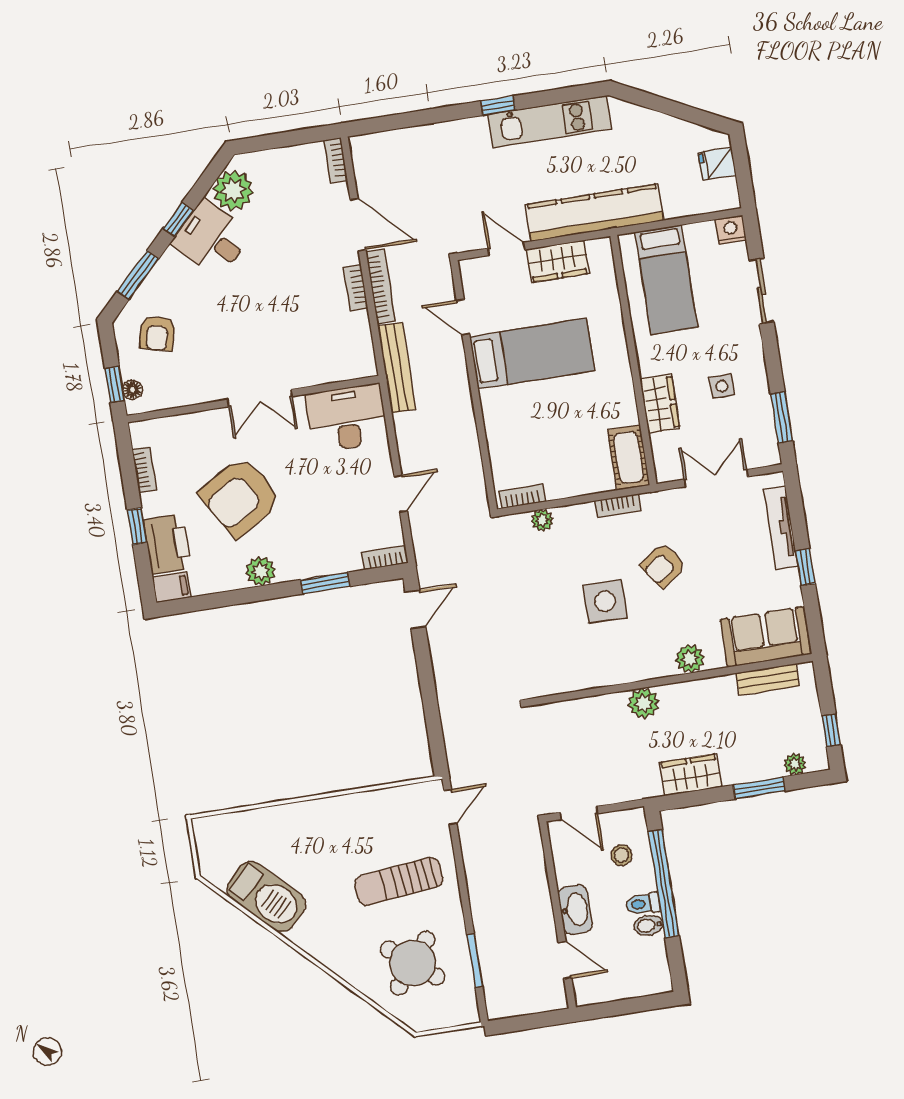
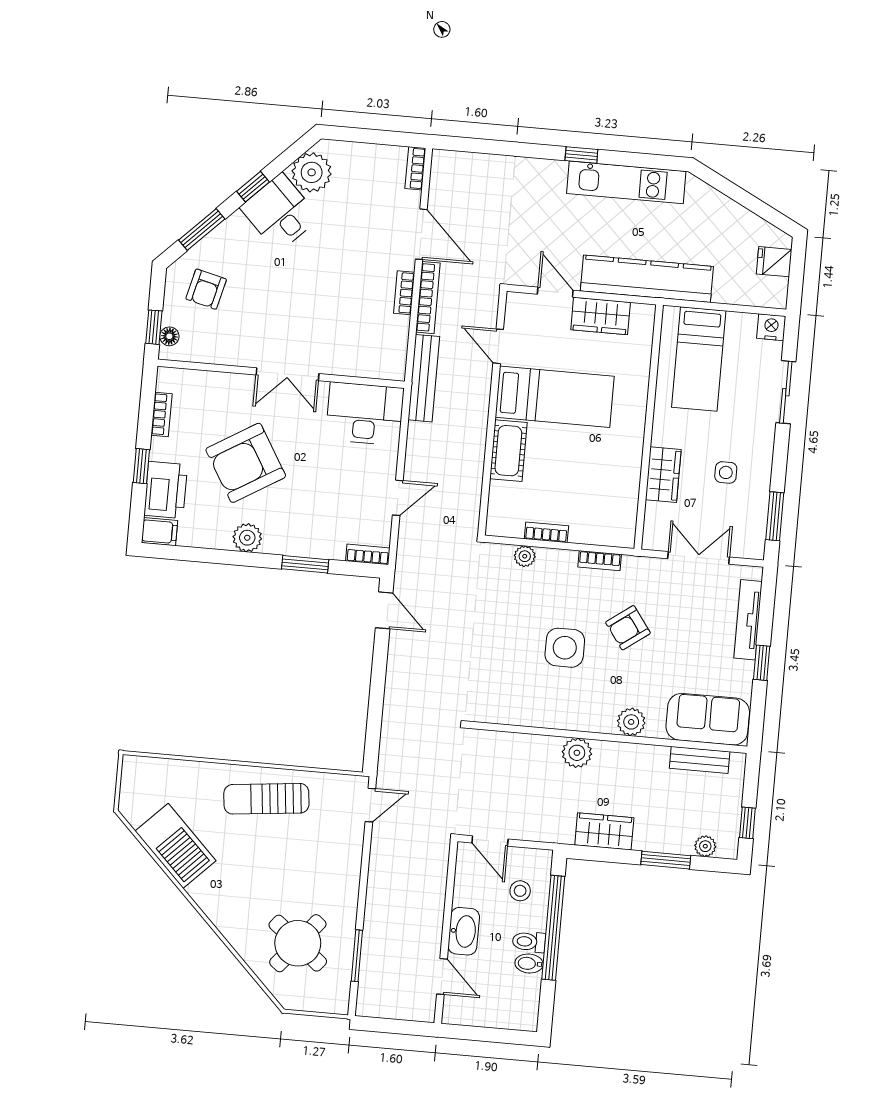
cot: (629, 458) -> (508, 451), moved
bookcase: (522, 496) -> (546, 532), moved
door: (415, 609) -> (384, 610), hinge flipped
sun lounger: (399, 881) -> (266, 799), moved

